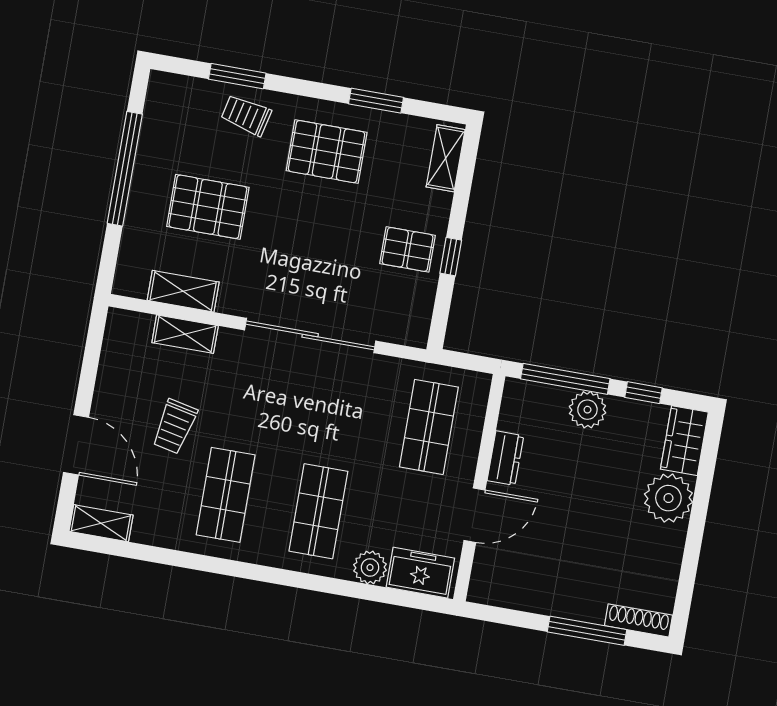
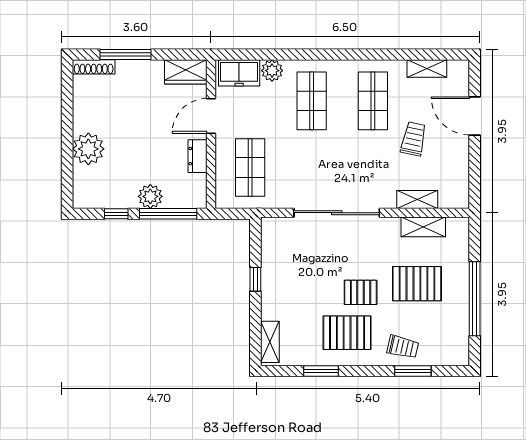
pallet: (408, 249) -> (361, 292), moved
wardrobe: (684, 441) -> (186, 72), moved, turned 90
shelving: (101, 523) -> (427, 69), moved

